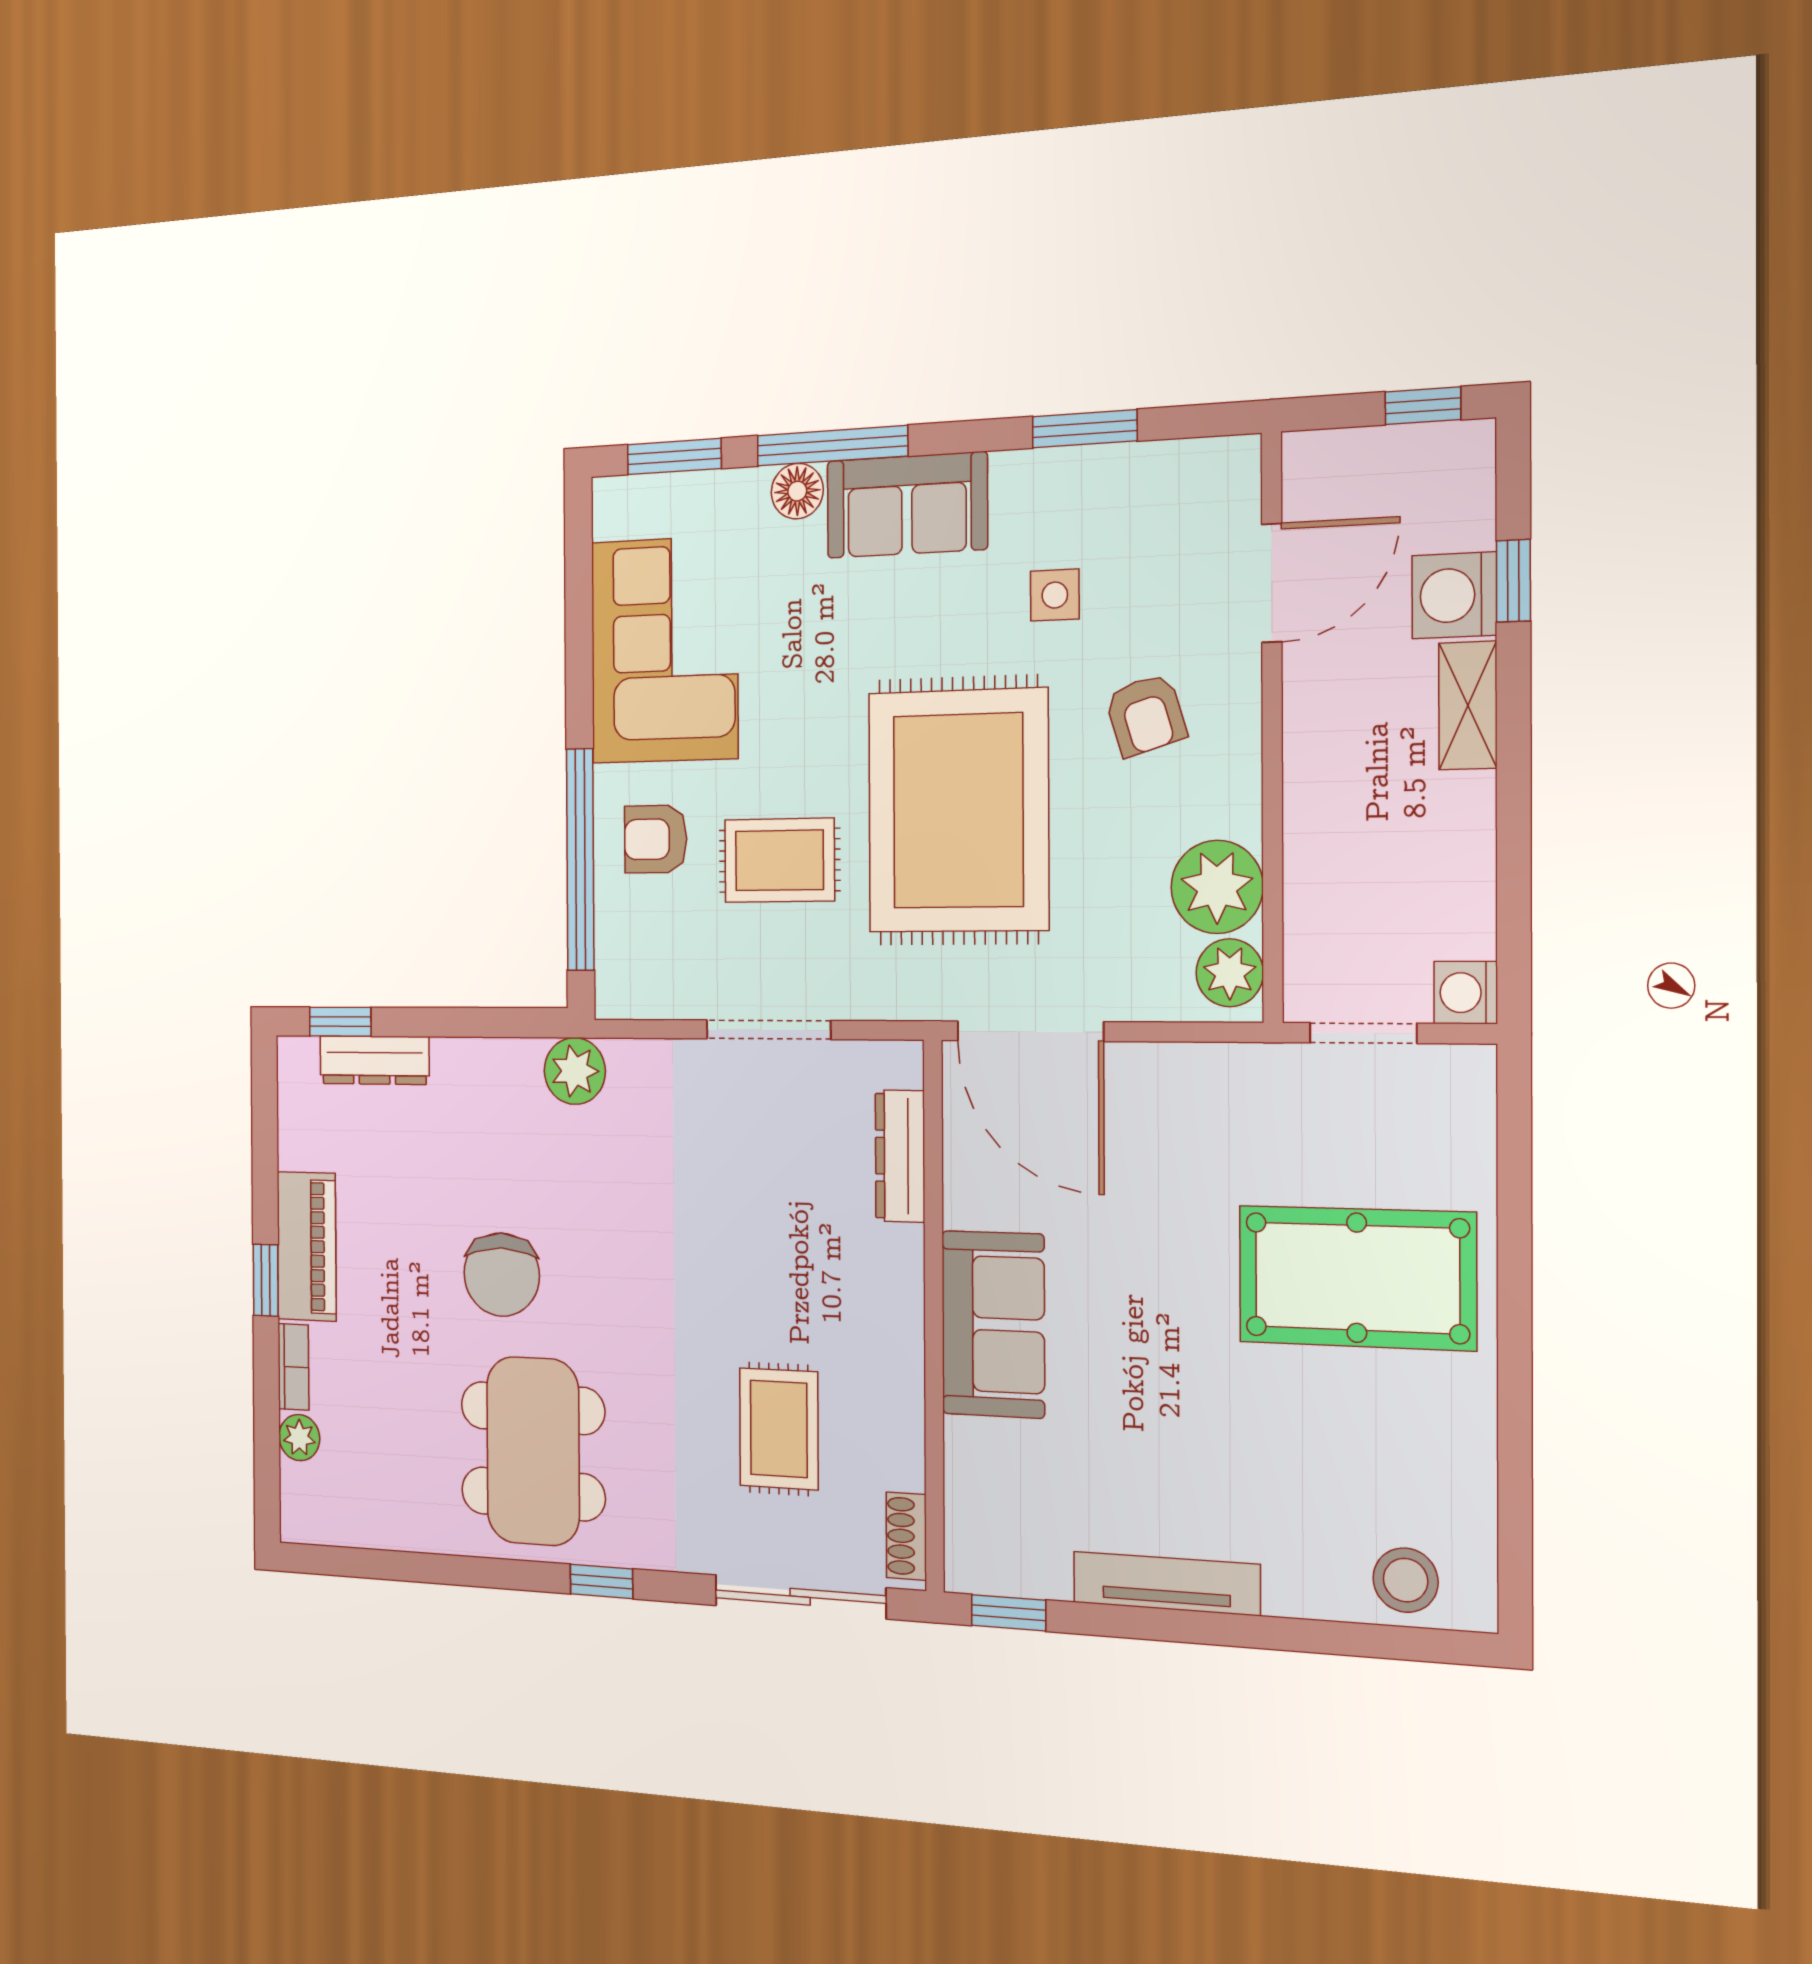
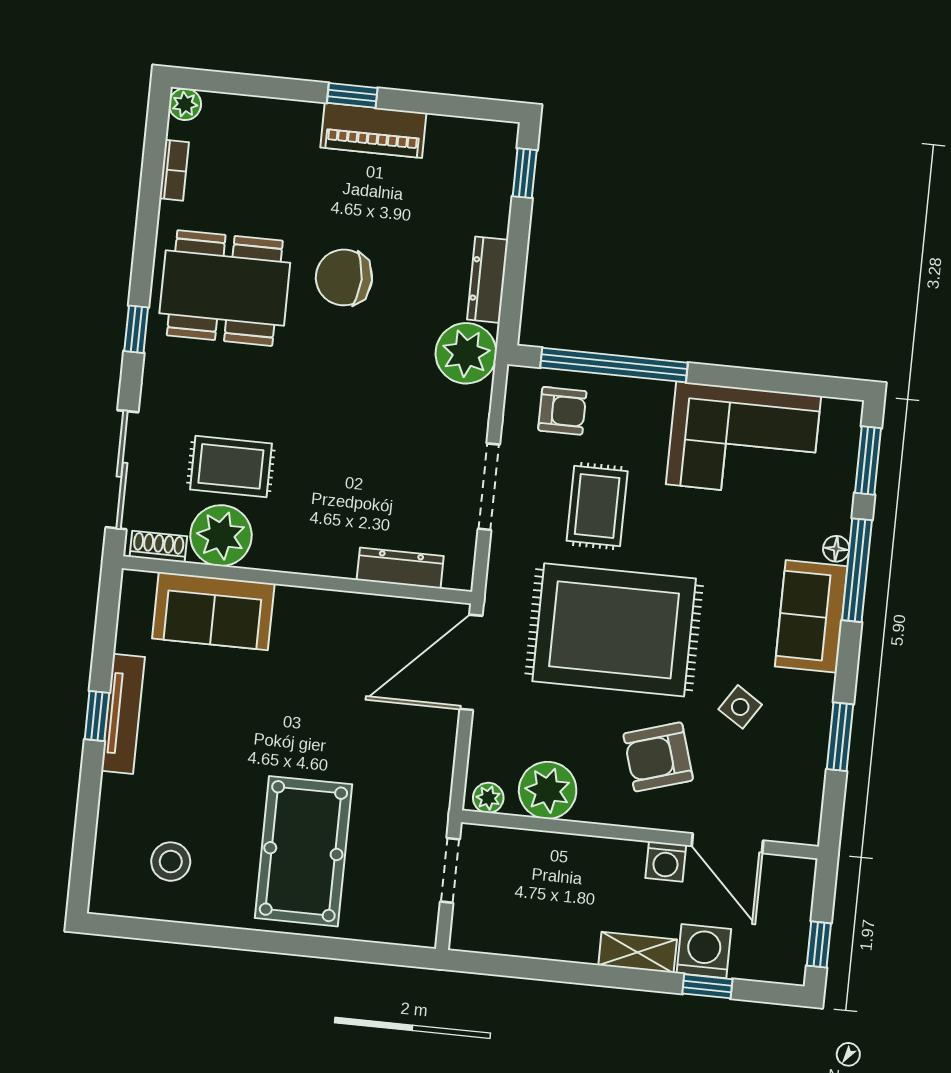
floor lamp: (797, 491) -> (836, 549), width x0.73, depth x0.73
side table: (1055, 595) -> (740, 707), turned 33
armchair: (1146, 715) -> (658, 757), width x1.38, depth x1.38
armchair: (656, 839) -> (562, 411), moved, turned 90
plant: (1230, 973) -> (488, 798), width x0.73, depth x0.73
washing machine: (1466, 993) -> (666, 862), moved, turned 180
dresser: (374, 1060) -> (488, 280), moved
plant: (575, 1071) -> (466, 353), width x1.36, depth x1.36
sofa: (993, 1324) -> (213, 611), moved
bookcase: (294, 1367) -> (174, 170), moved, turned -90
plant: (299, 1438) -> (185, 104), moved
plant: (880, 1439) -> (221, 536), added
stool: (1406, 1580) -> (171, 862), moved
window: (1009, 1613) -> (97, 716), moved

